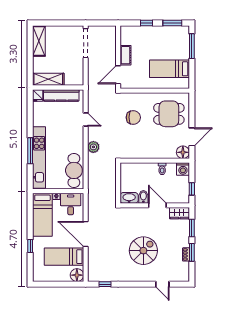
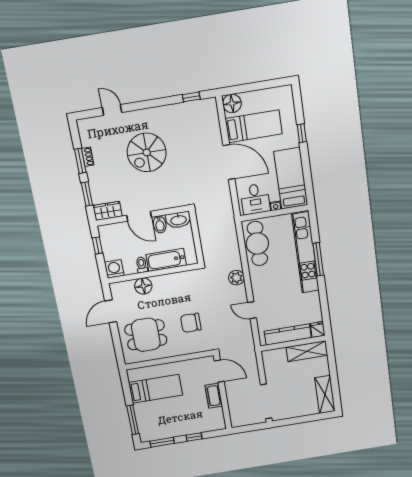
door: (118, 75) -> (219, 371), hinge flipped
floor lamp: (183, 152) -> (143, 286), moved
bathtub: (143, 169) -> (166, 260), added

